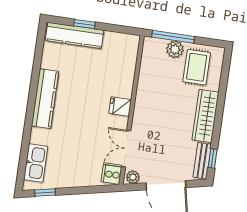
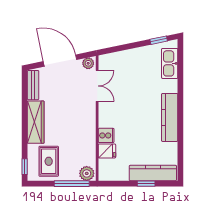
plant: (175, 49) -> (87, 173), moved
fridge: (120, 106) -> (107, 151), moved
window: (213, 158) -> (25, 167), moved
cooker: (111, 174) -> (106, 135), moved

